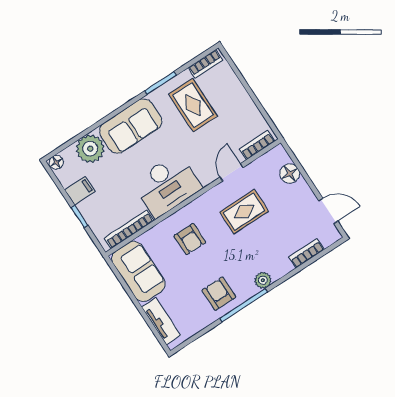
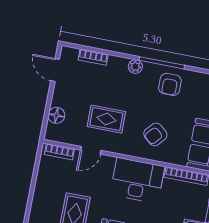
armchair: (190, 239) -> (155, 134), turned -139

